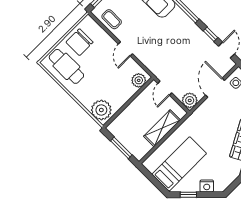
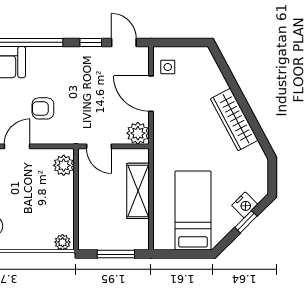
armchair: (156, 43) -> (43, 108), added
door: (125, 49) -> (17, 146), swing flipped
plant: (101, 110) -> (63, 242), width x0.53, depth x0.53
window: (188, 195) -> (246, 222), moved

